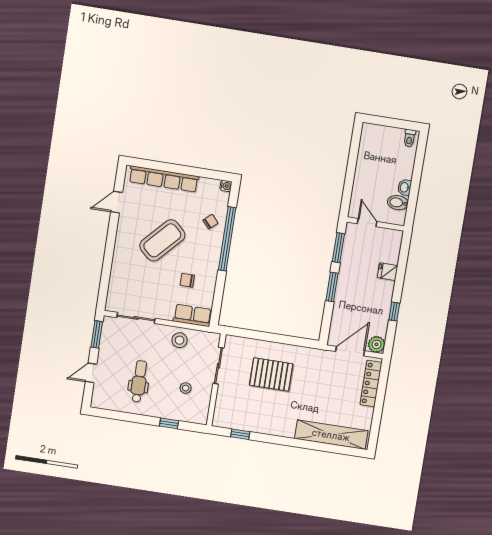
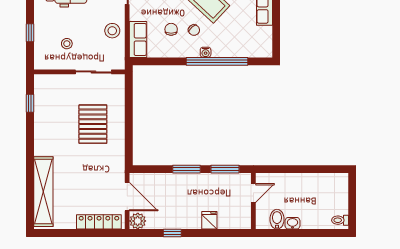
water cooler: (226, 186) -> (206, 52), moved
chair: (210, 222) -> (194, 30), moved

